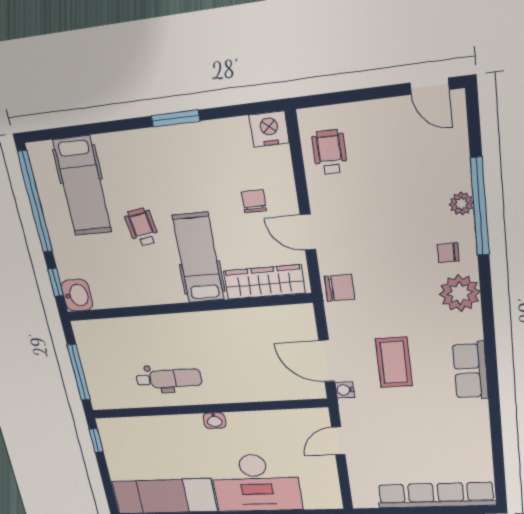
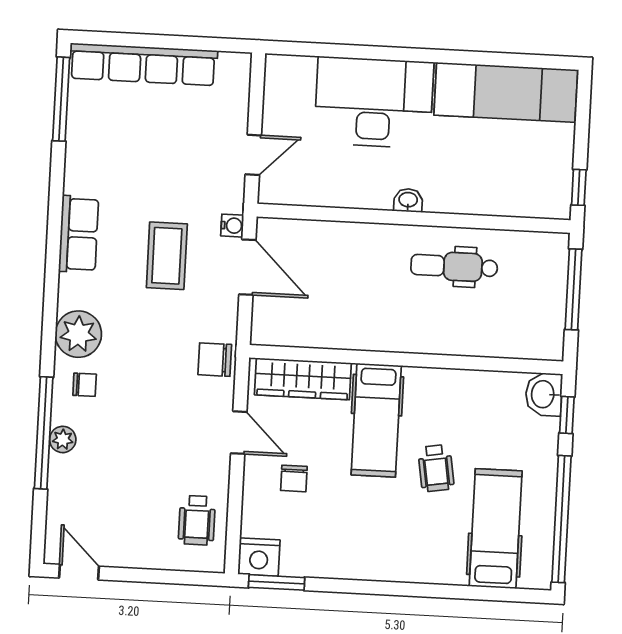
window: (176, 118) -> (277, 582), moved
window: (499, 467) -> (61, 99), added

